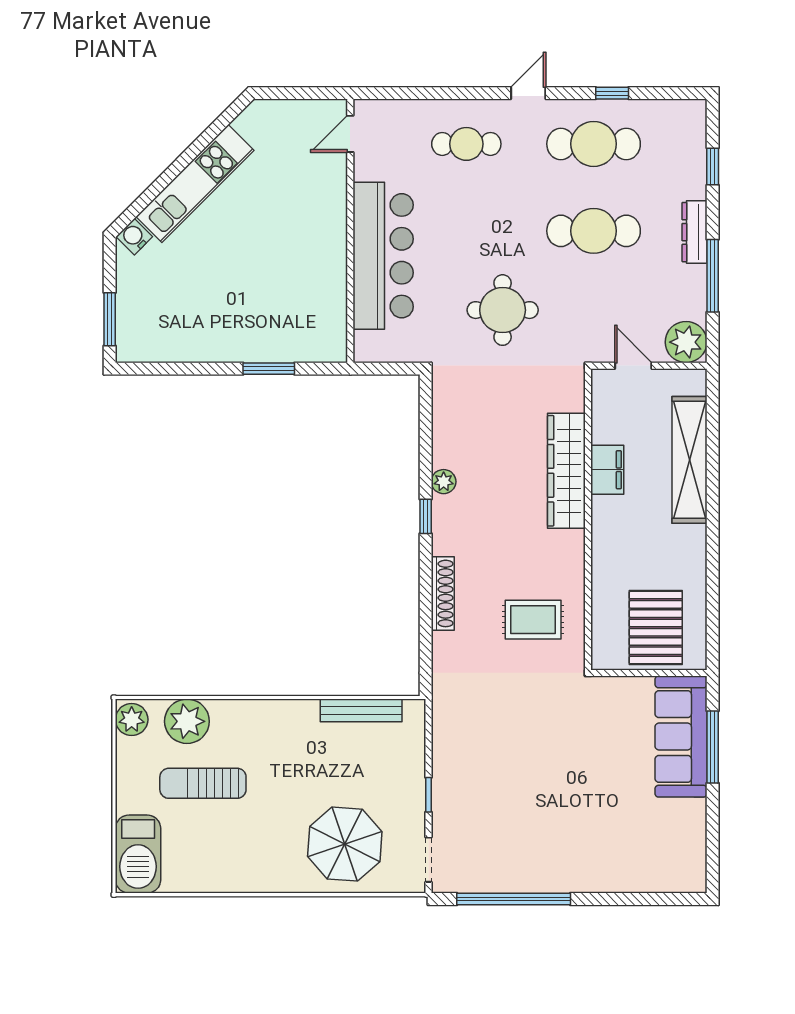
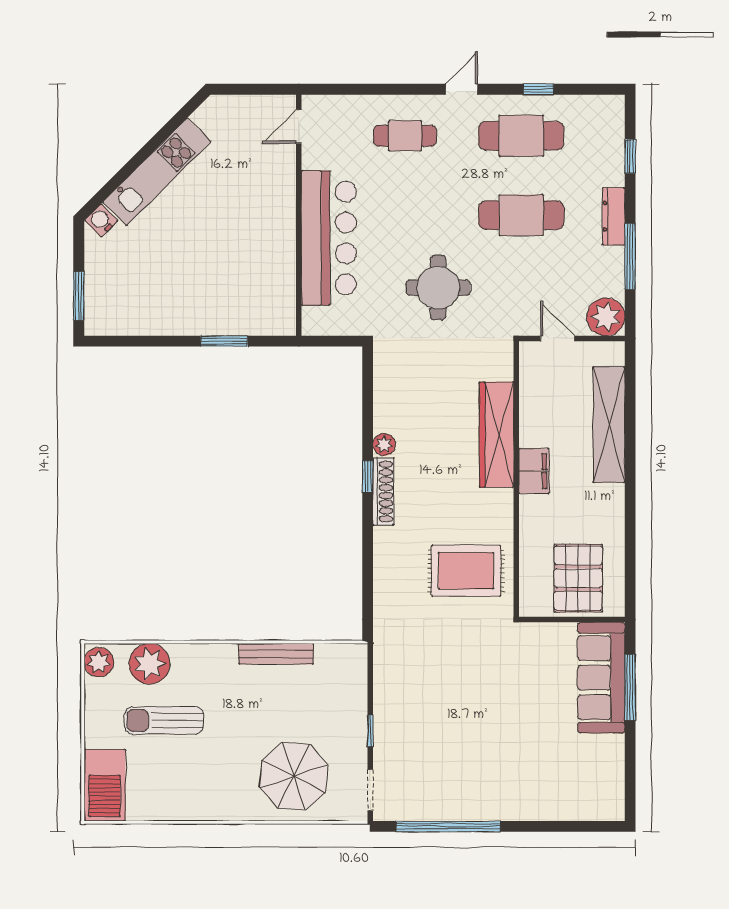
filing cabinet: (607, 470) -> (534, 471), moved
shoe rack: (443, 593) -> (383, 492), moved
rug: (533, 620) -> (466, 571), width x1.36, depth x1.43
bench: (361, 710) -> (276, 654), moved

